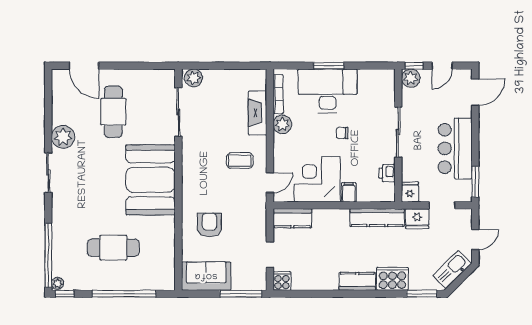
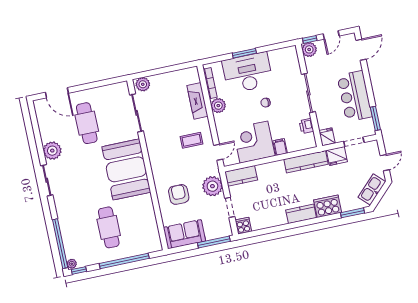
plant: (254, 223) -> (212, 186), added
cafe table: (113, 248) -> (109, 227), turned 90

